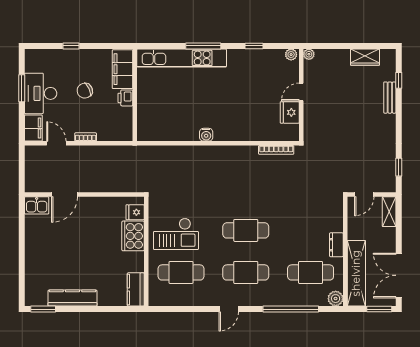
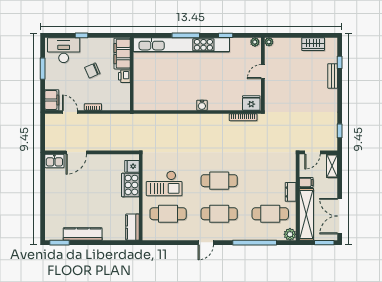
kitchen unit: (182, 58) -> (181, 45), width x1.36
desk: (41, 93) -> (64, 50), moved, turned 90
fridge: (290, 112) -> (251, 103), moved, turned 90
water cooler: (206, 135) -> (202, 105), moved
filing cabinet: (356, 233) -> (306, 182), added

